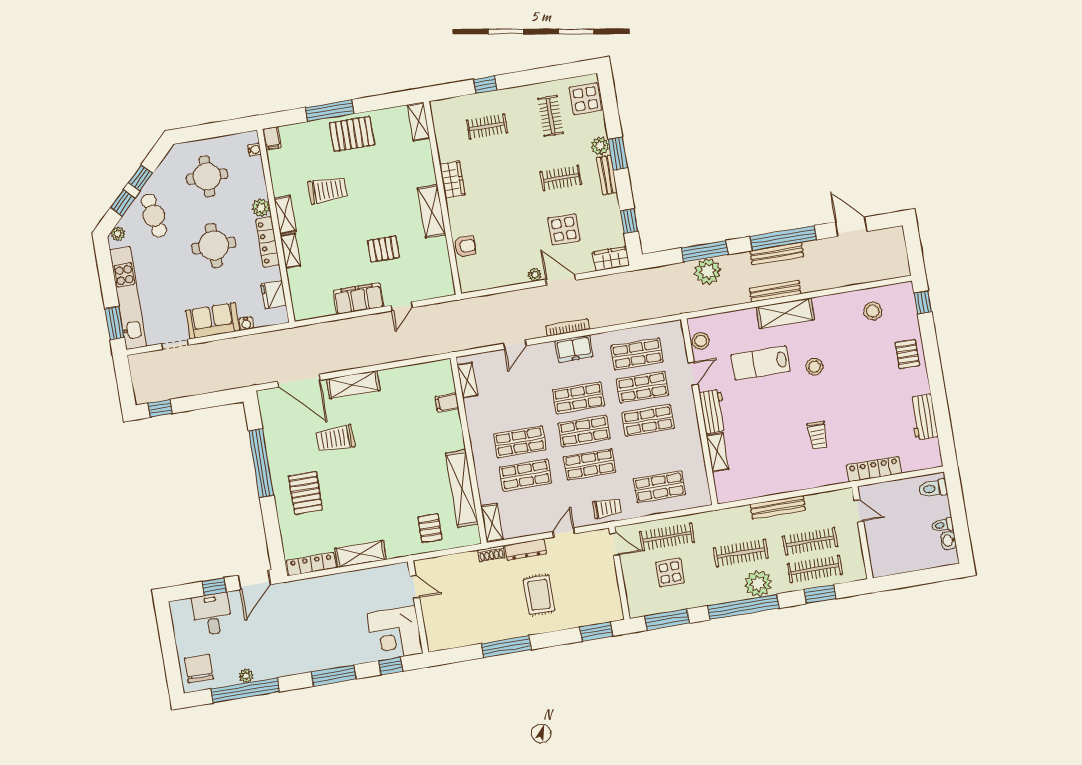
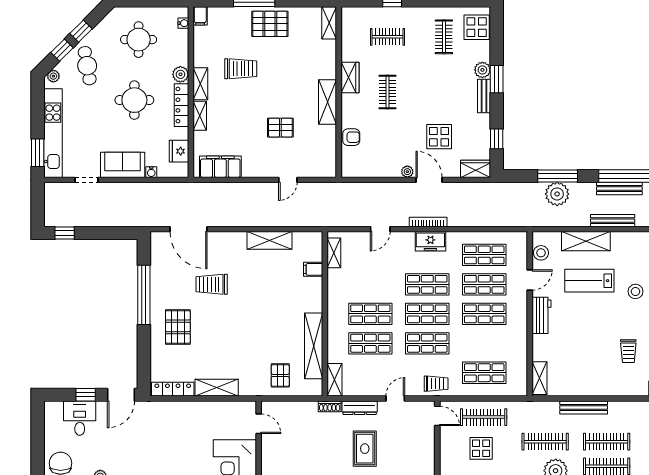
clothes rail: (561, 178) -> (388, 92), moved, turned 90
filing cabinet: (358, 298) -> (220, 167), moved
shelving: (785, 313) -> (586, 241), moved
shelving: (353, 385) -> (270, 240), moved
shelving: (717, 452) -> (539, 378), moved

